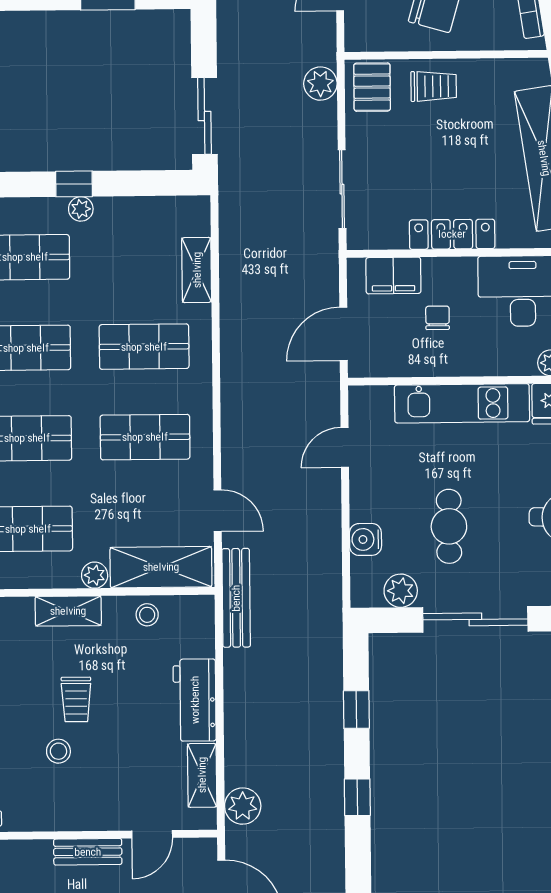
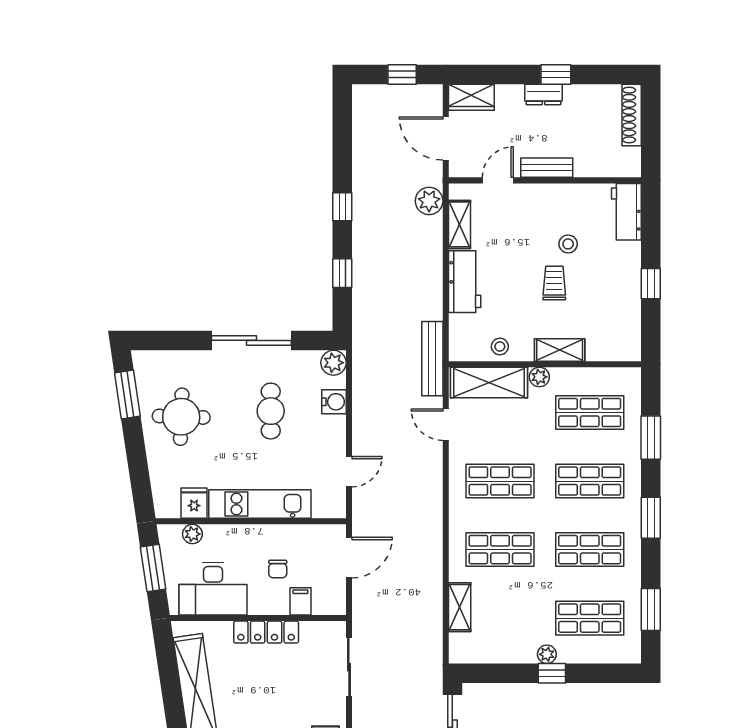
filing cabinet: (393, 276) -> (300, 601), width x0.50
plant: (401, 591) -> (333, 363), moved

